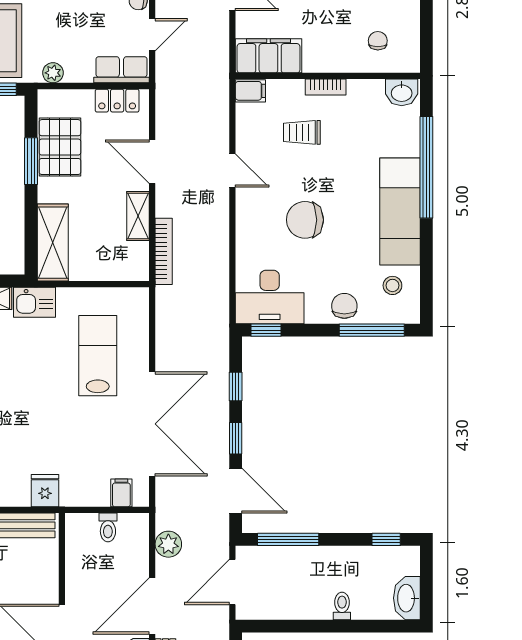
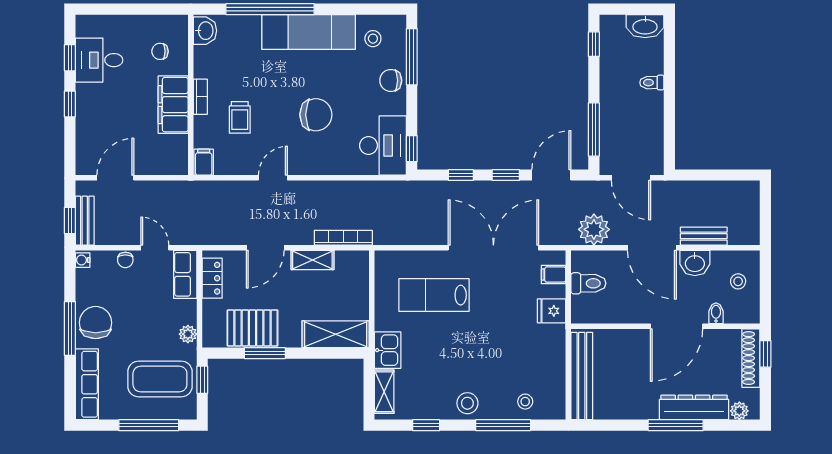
filing cabinet: (268, 56) -> (173, 105), moved
chair: (305, 220) -> (316, 115), turned -90
fridge: (45, 491) -> (551, 311), moved
toilet: (108, 527) -> (588, 283), width x1.37, depth x1.39
plant: (168, 544) -> (594, 229), width x1.36, depth x1.36

